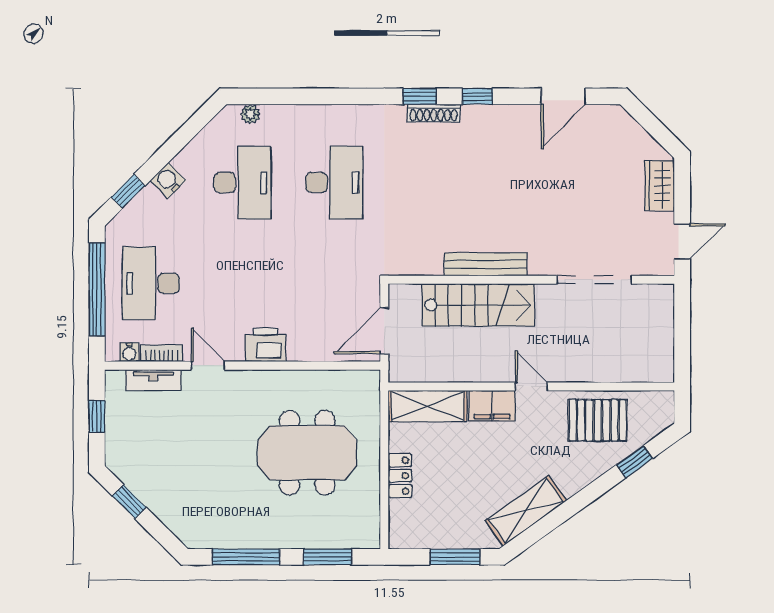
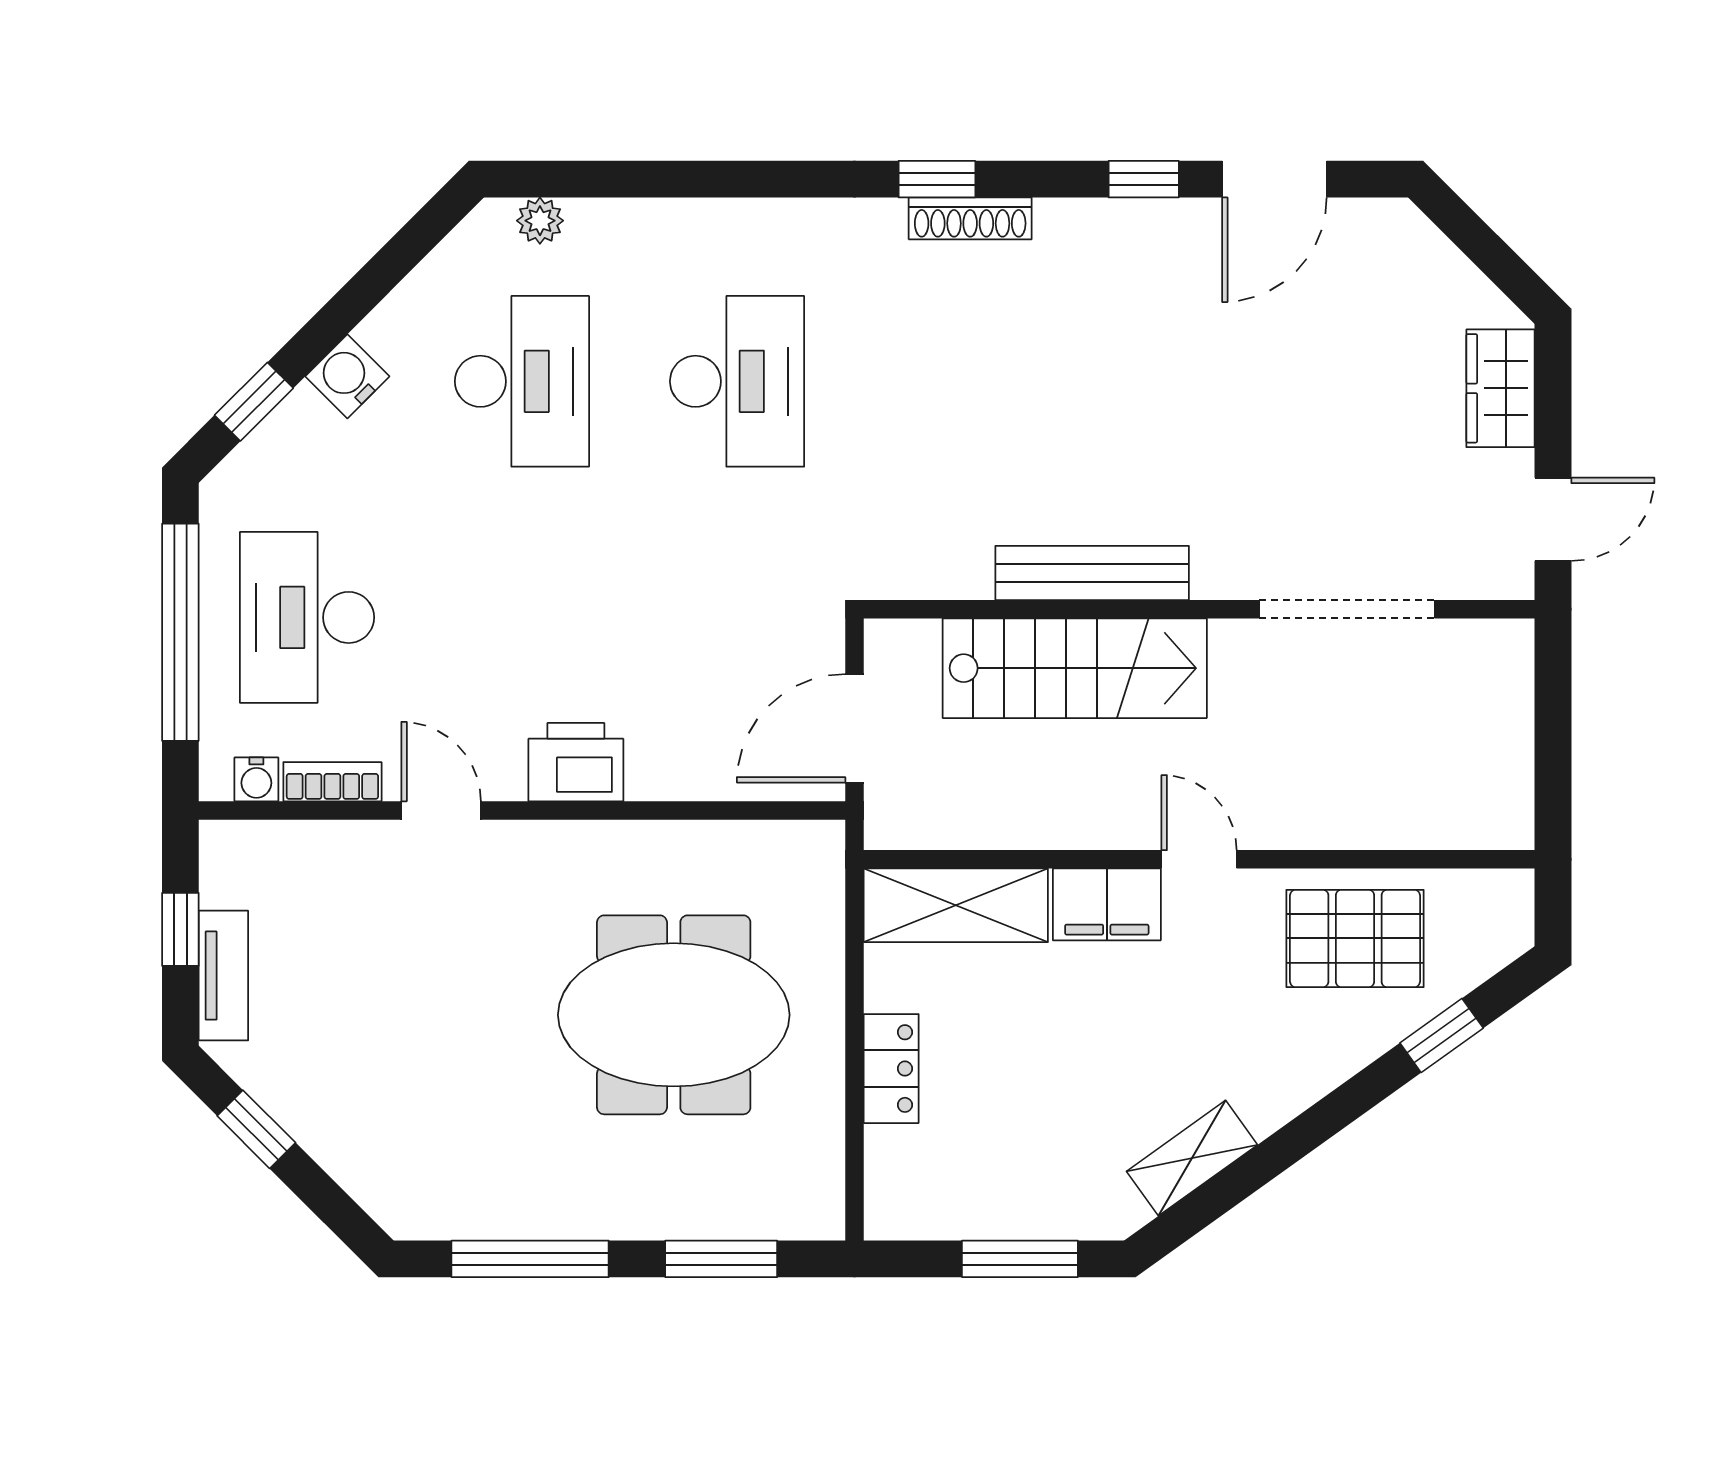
window: (477, 96) -> (1144, 179), moved
tv unit: (153, 380) -> (223, 976), moved, turned -90
shelving: (526, 511) -> (1192, 1158), width x0.67, depth x0.75

